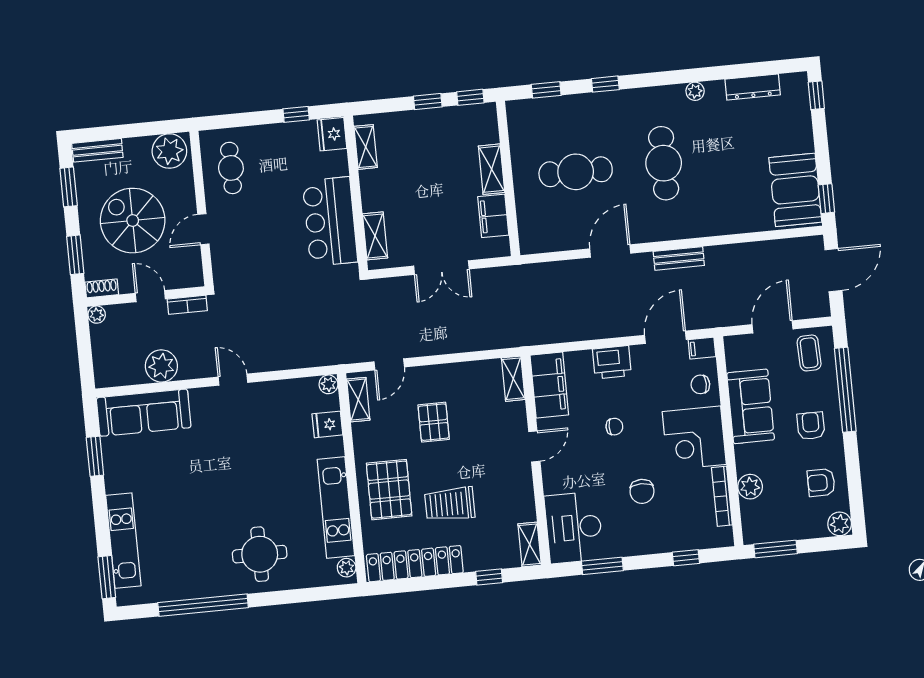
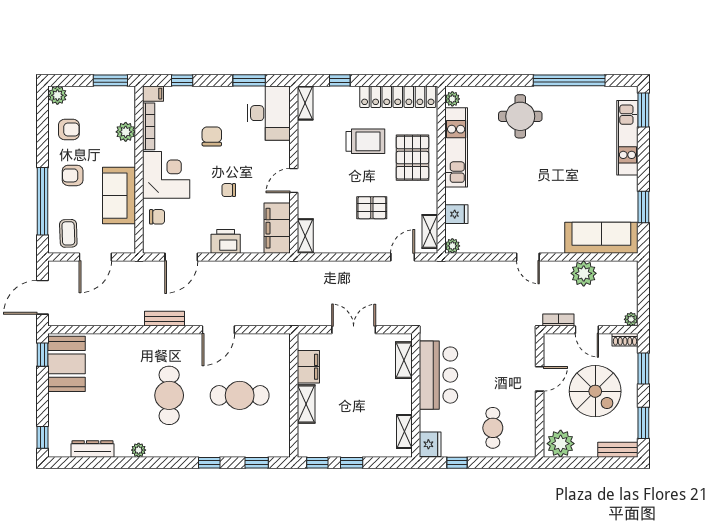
cafe table: (231, 168) -> (493, 428), moved
filing cabinet: (702, 348) -> (153, 94), moved
pallet: (434, 422) -> (372, 208), turned 90
armchair: (811, 426) -> (73, 175), turned 90

